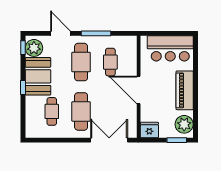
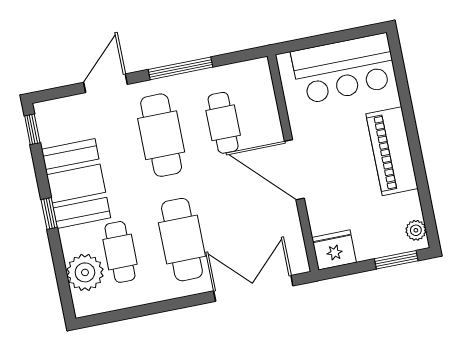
door: (60, 33) -> (105, 83), hinge flipped
plant: (34, 48) -> (85, 272), moved
plant: (184, 124) -> (416, 230), width x0.53, depth x0.53

